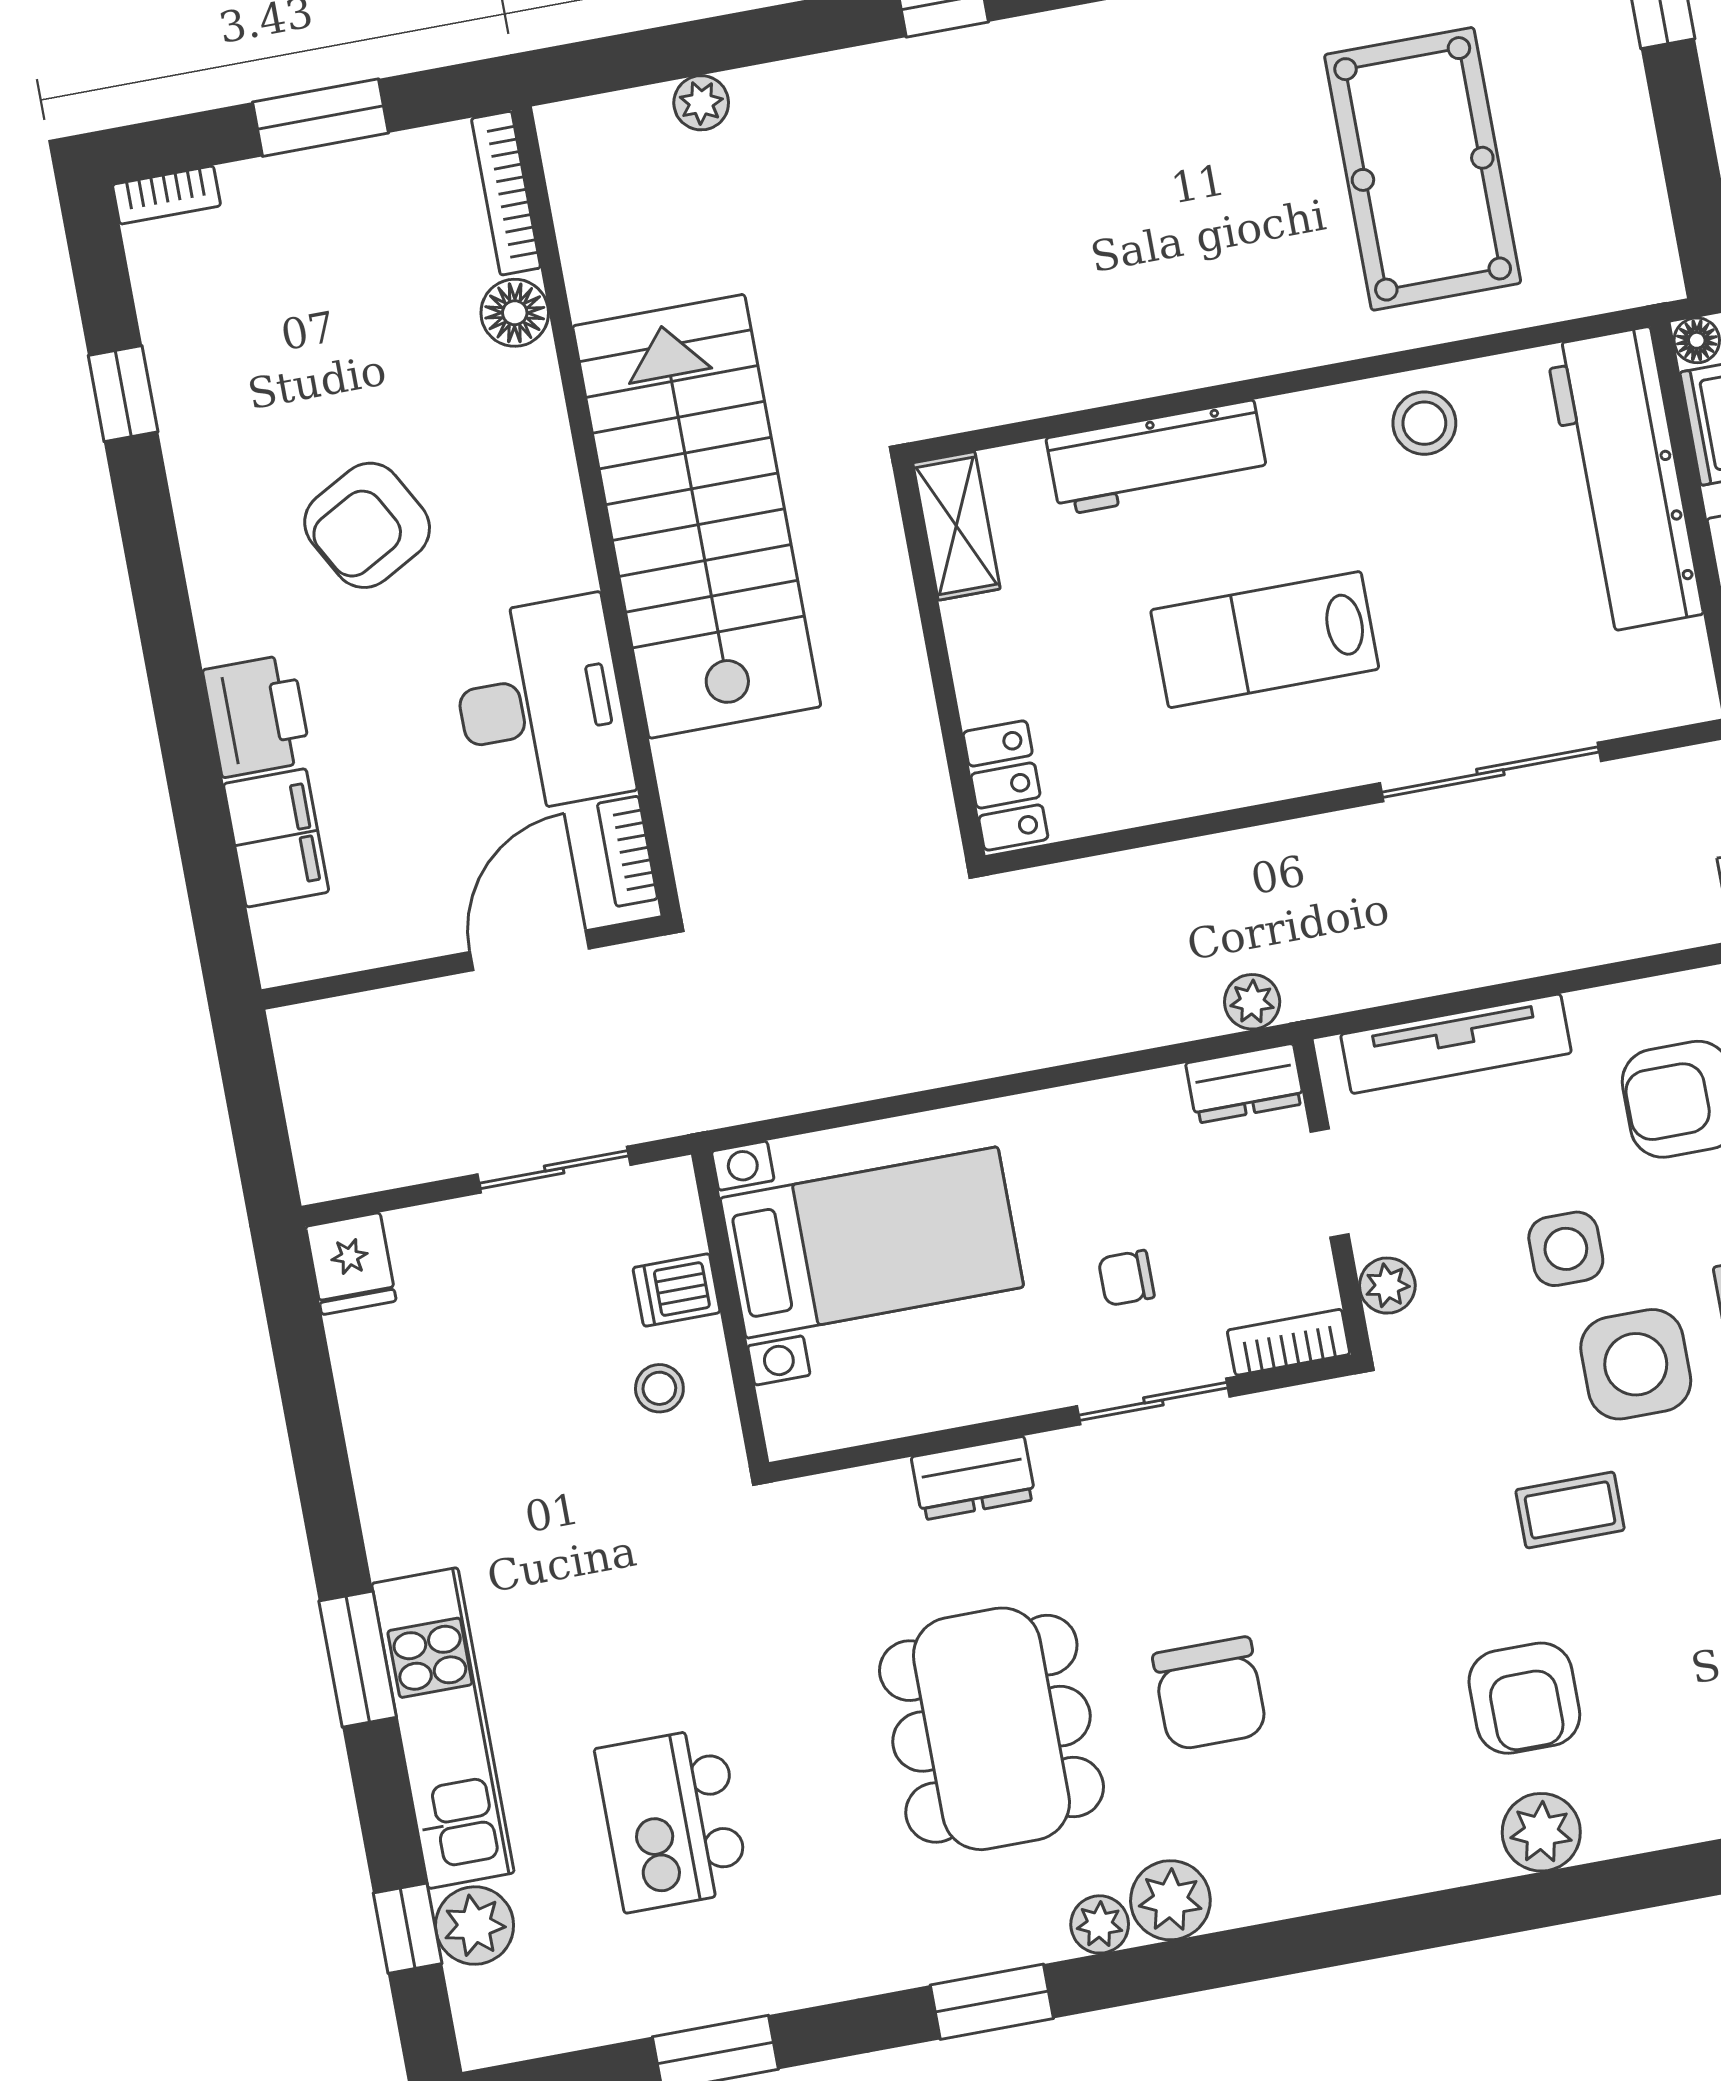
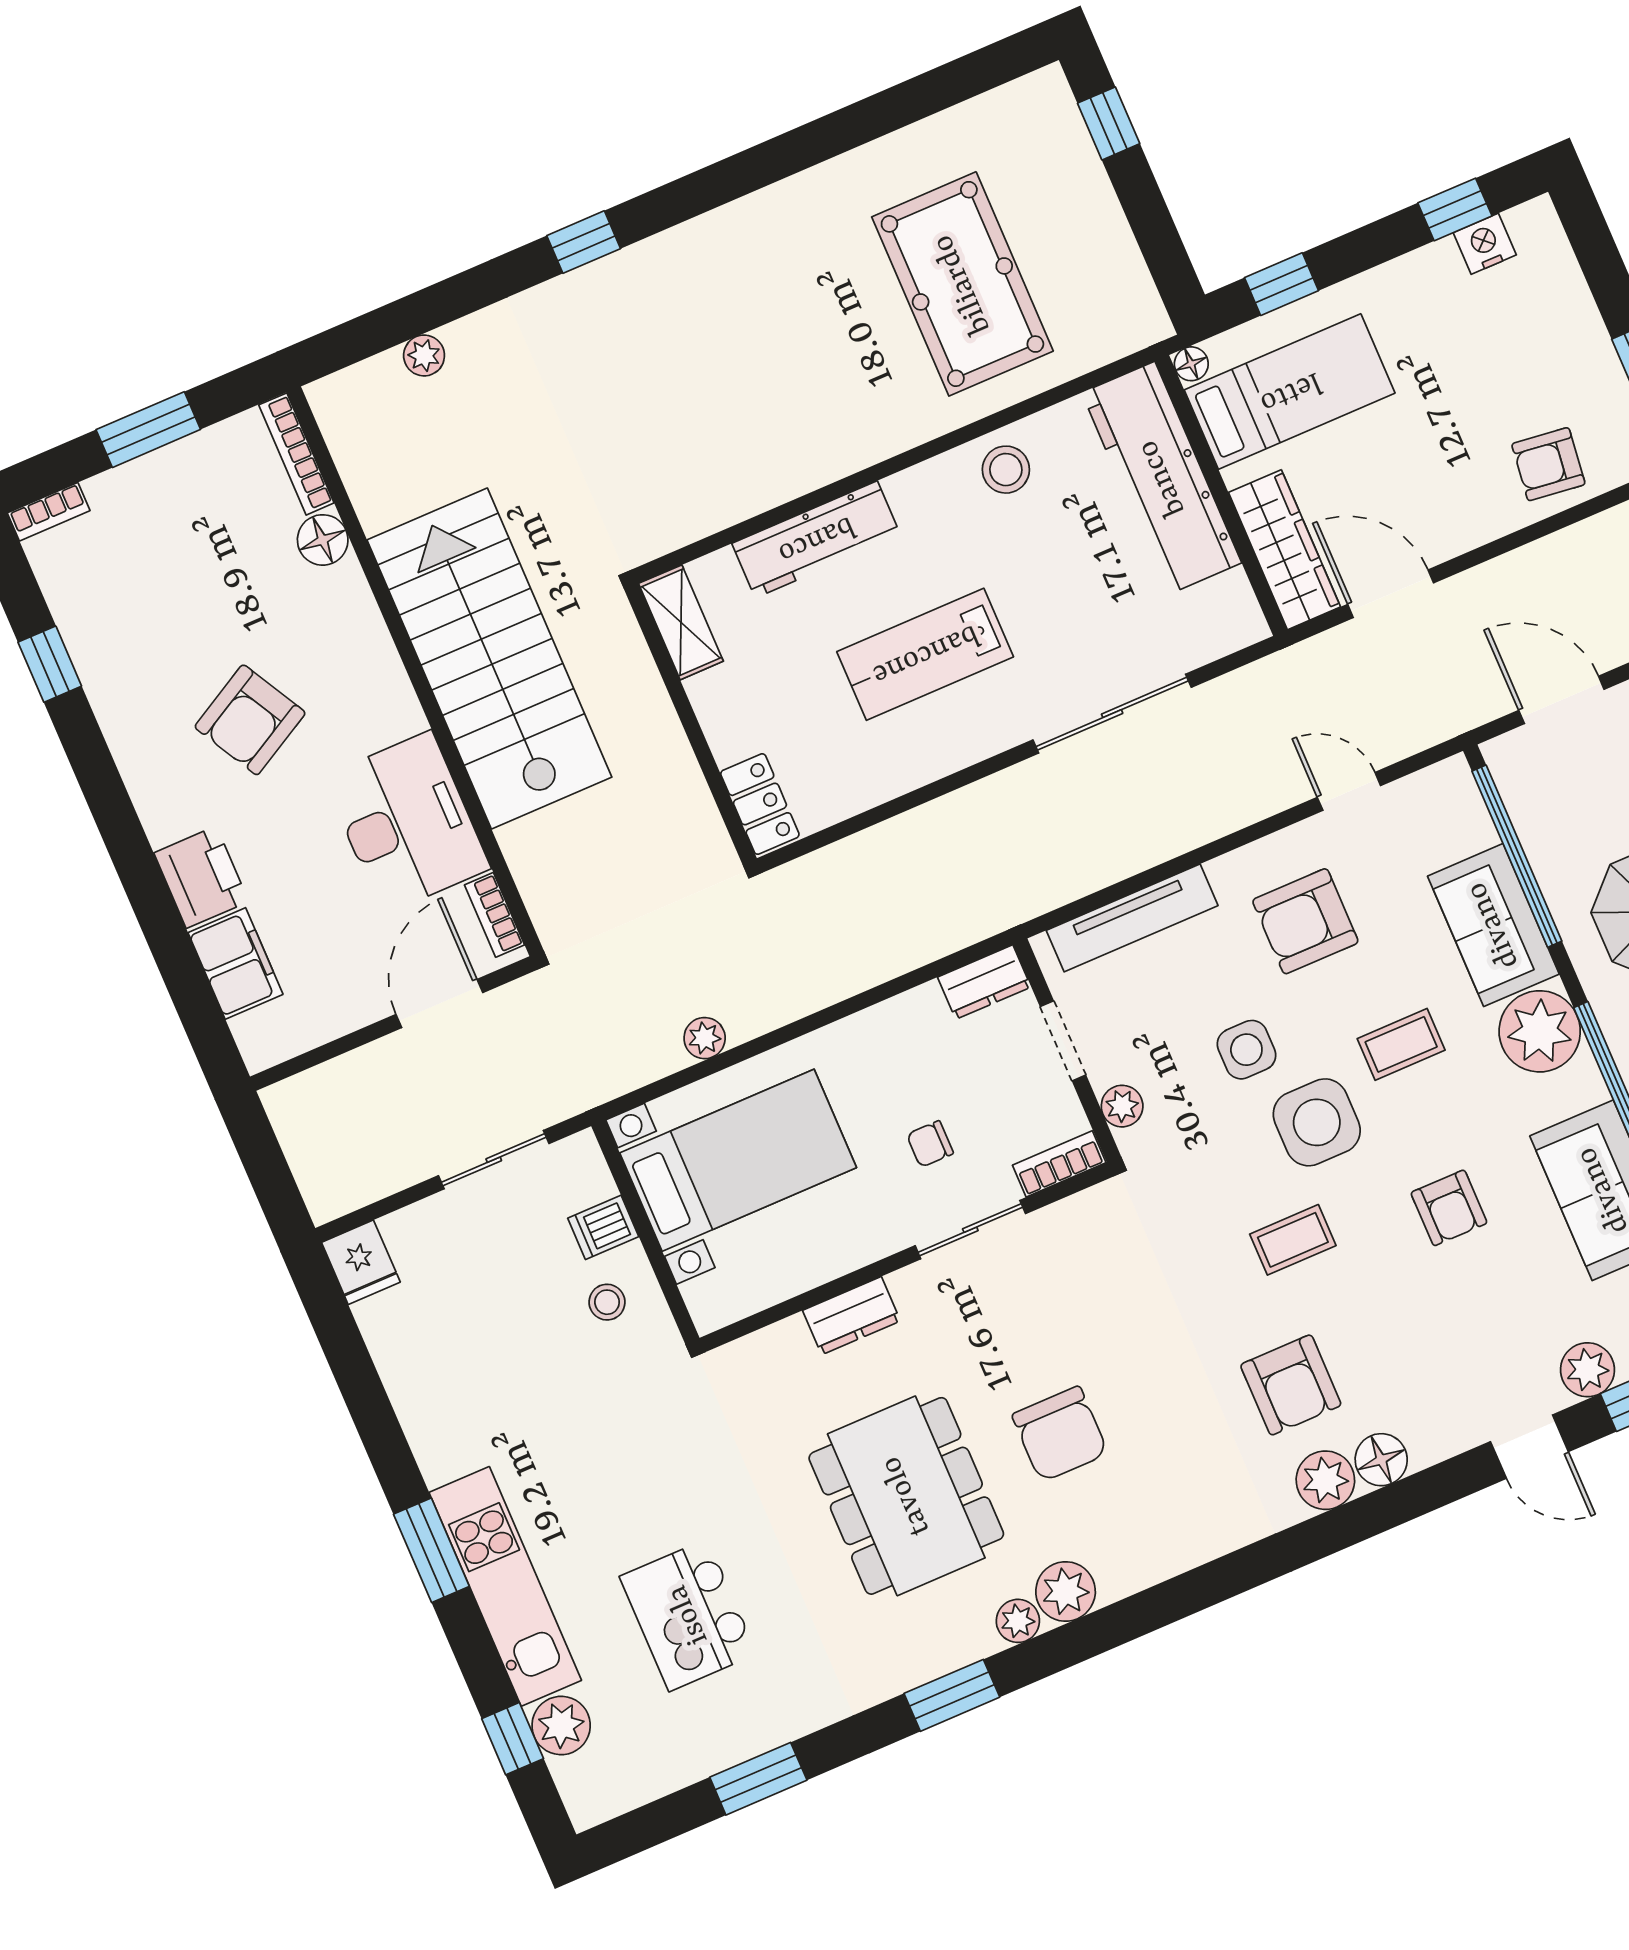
plant: (1252, 1002) -> (705, 1038), moved
floor lamp: (1620, 1822) -> (1381, 1460), added

